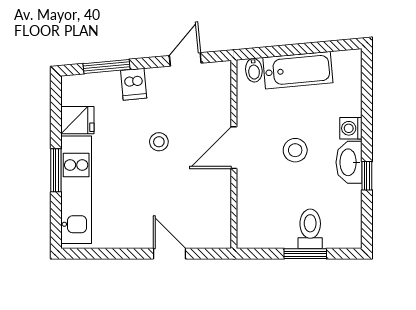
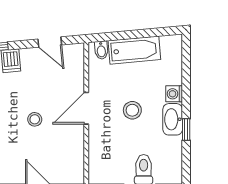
door: (185, 59) -> (50, 42), swing flipped
stool: (159, 142) -> (35, 119), moved

